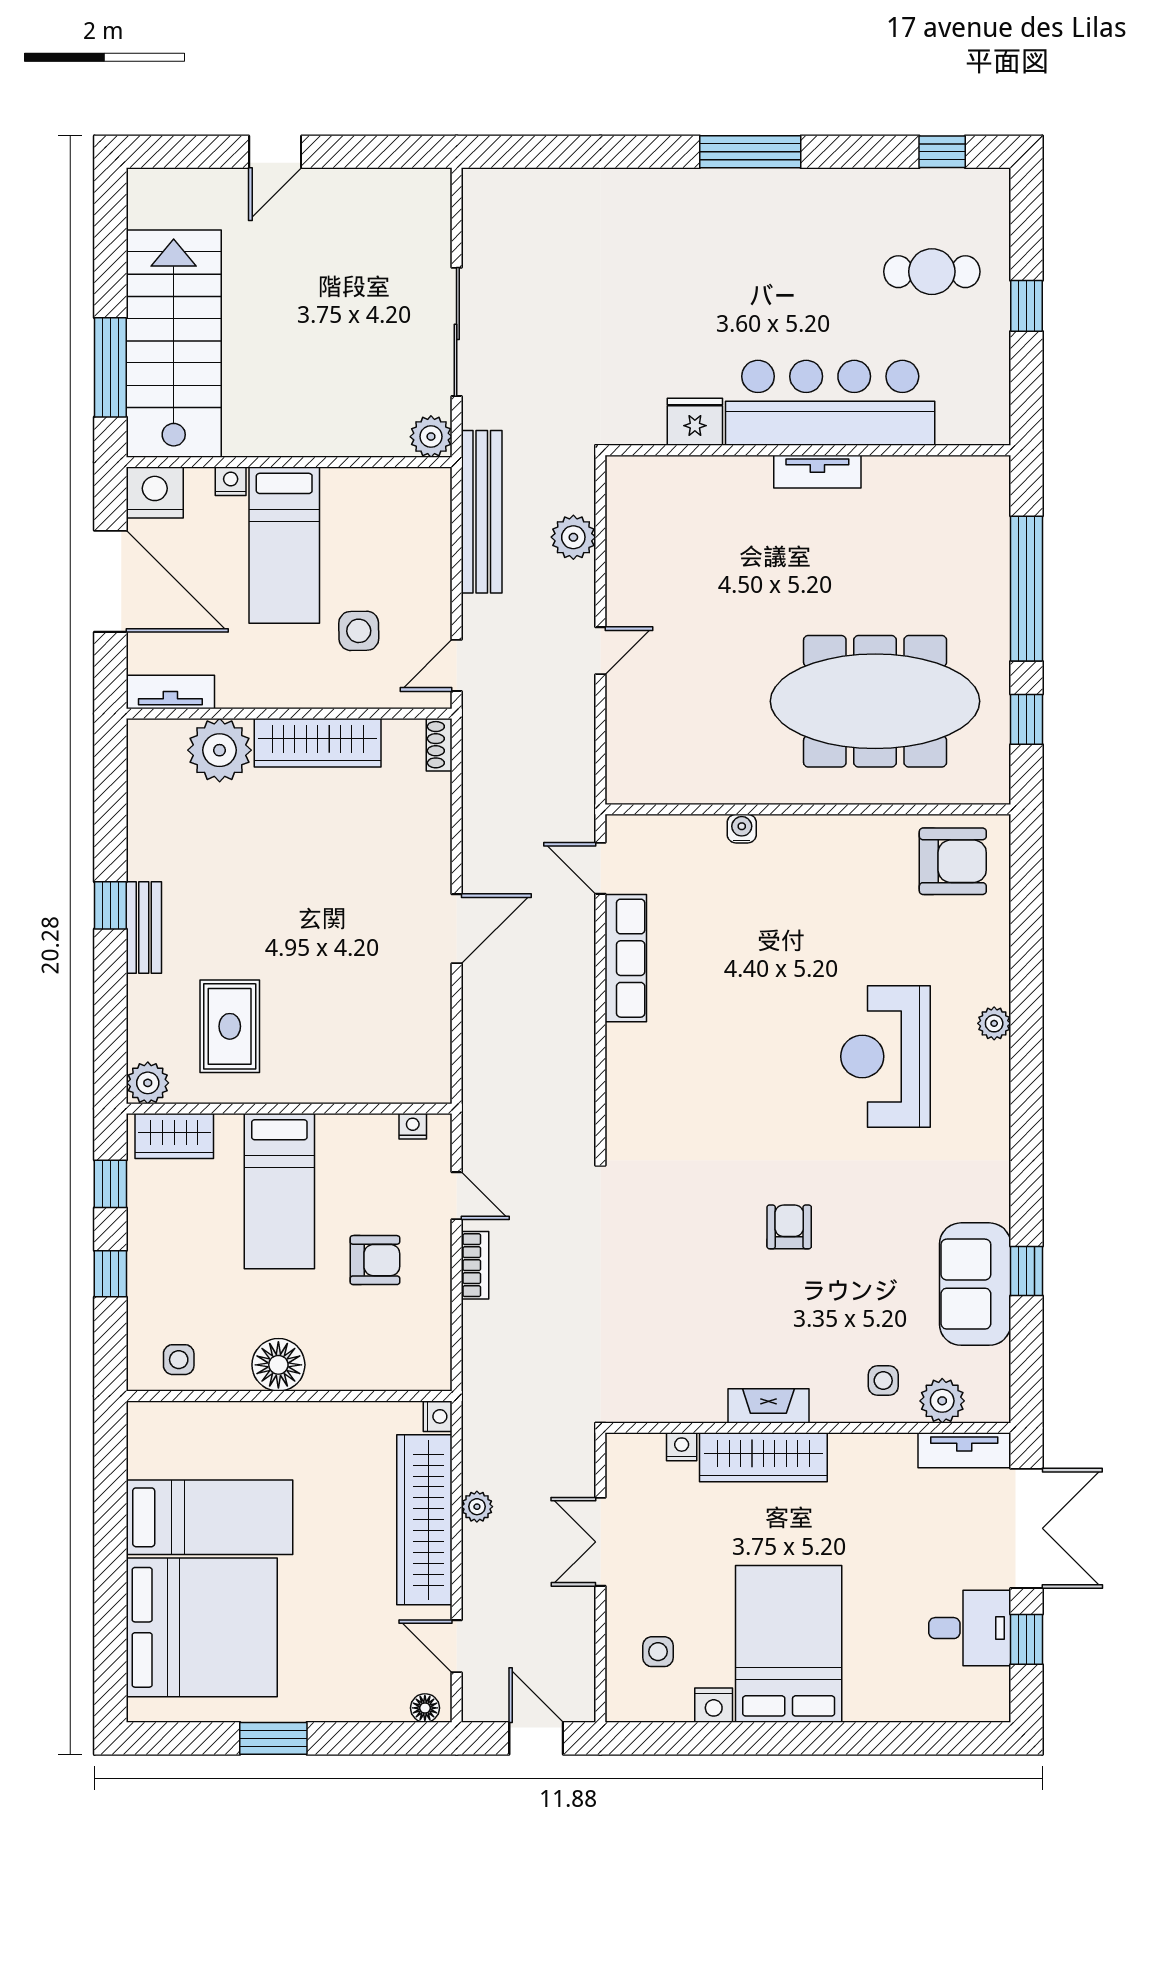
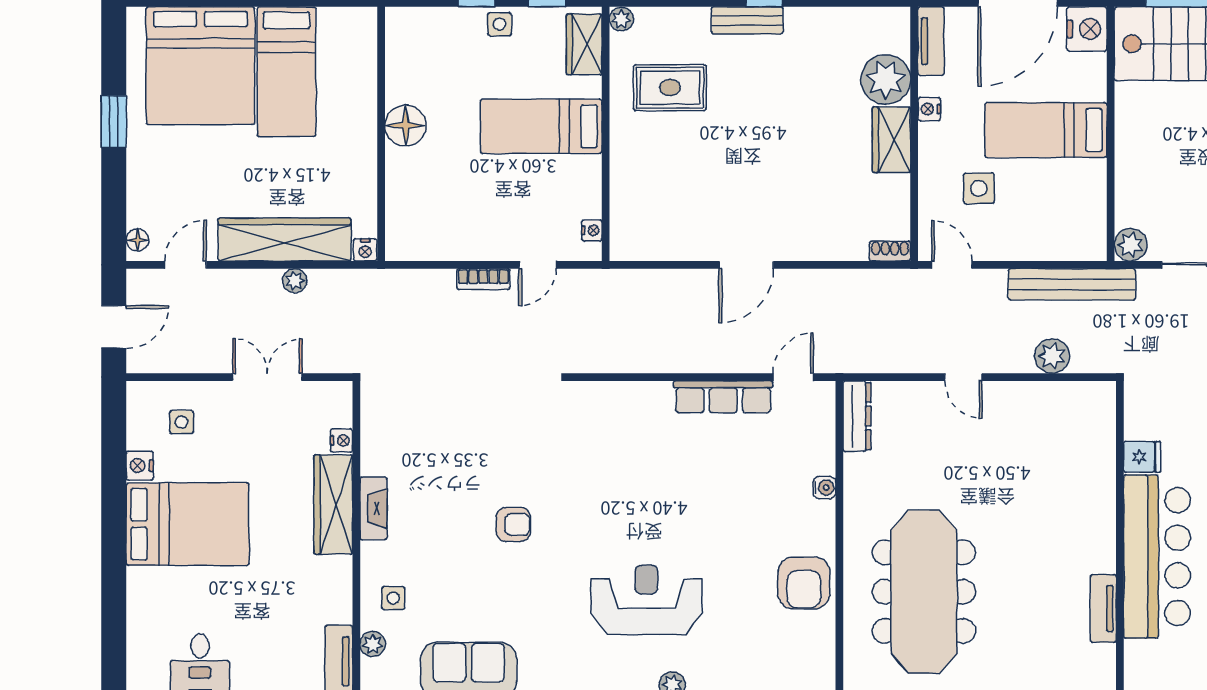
fridge: (695, 422) -> (1142, 457), width x0.72
tv unit: (817, 472) -> (1103, 609), moved
nightstand: (231, 481) -> (929, 109), moved, turned 180
wardrobe: (318, 743) -> (891, 140), width x0.67
dresser: (650, 787) -> (857, 416), added
armchair: (953, 861) -> (804, 583), moved
door: (457, 929) -> (746, 265), hinge flipped
plant: (148, 1083) -> (621, 19), width x0.73, depth x0.73
armchair: (375, 1260) -> (487, 201), removed
side table: (179, 1360) -> (500, 24), moved
plant: (942, 1401) -> (373, 644), width x0.73, depth x0.73

